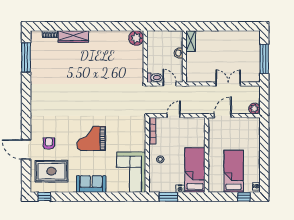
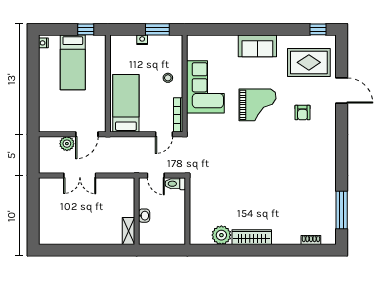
wardrobe: (73, 36) -> (252, 237), moved
plant: (136, 38) -> (221, 235), moved
window: (264, 59) -> (33, 208), removed
plant: (254, 109) -> (67, 144), moved
door: (174, 116) -> (164, 134), moved
armchair: (49, 143) -> (302, 112), moved
bed: (195, 170) -> (126, 103), moved, turned 180
corner sofa: (131, 172) -> (205, 87), moved
window: (244, 197) -> (86, 29), moved

